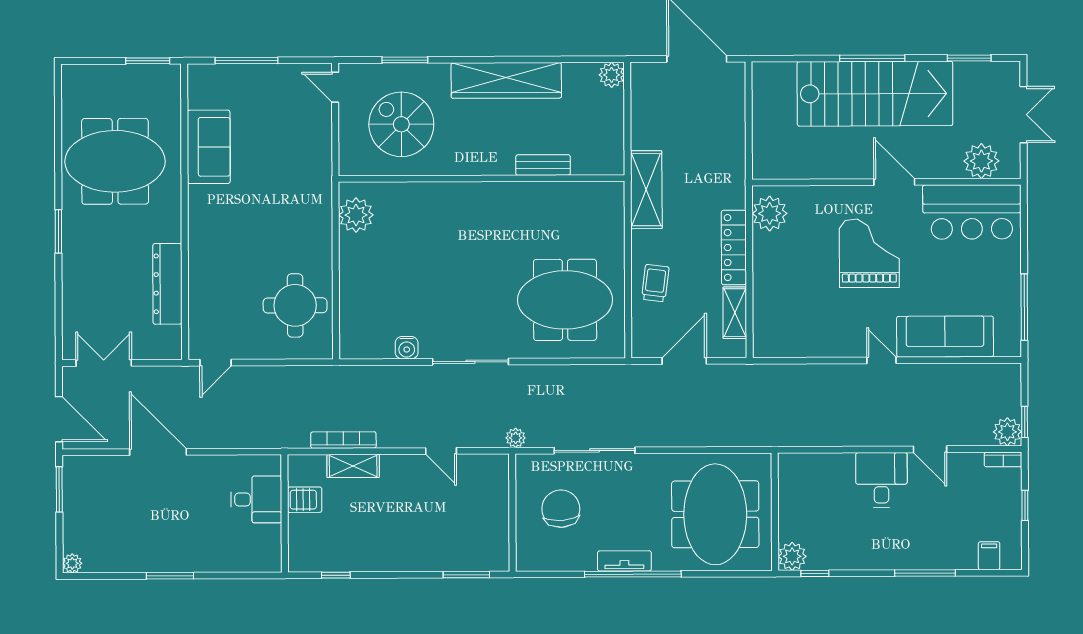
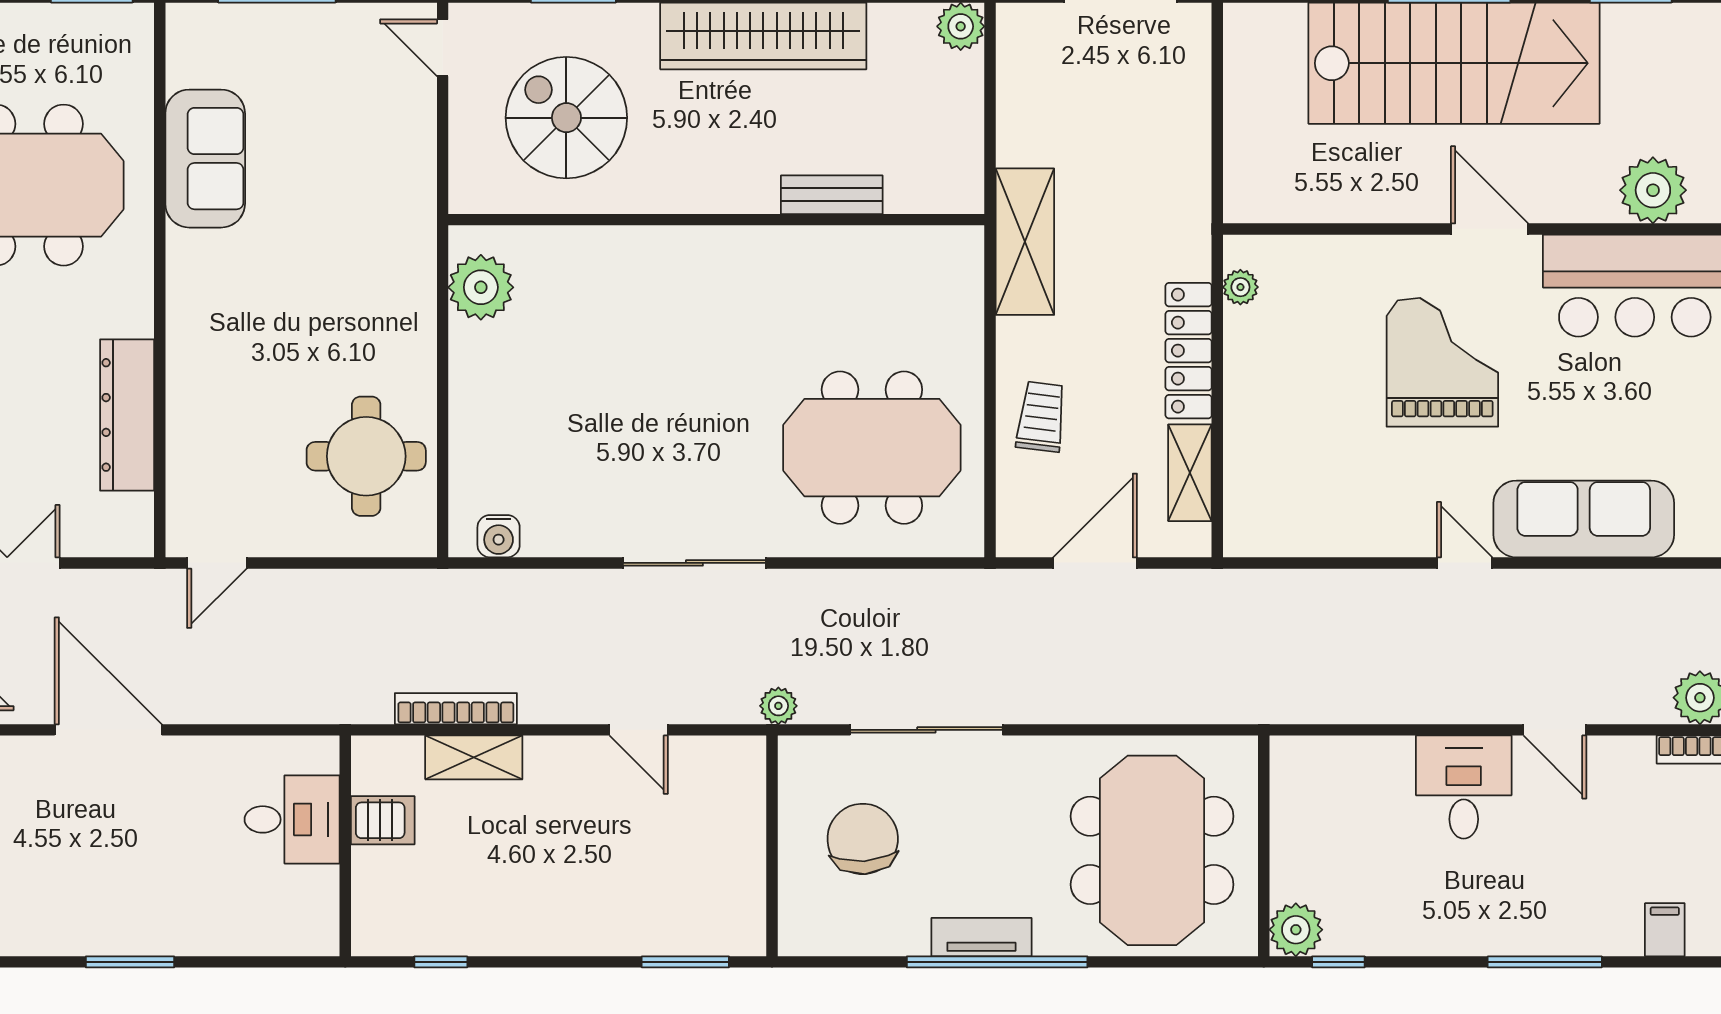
plant: (770, 213) -> (1240, 287), width x0.53, depth x0.53
water cooler: (407, 348) -> (499, 536), moved

